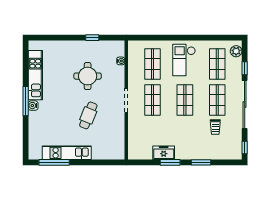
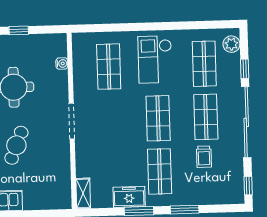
shop shelf: (152, 100) -> (160, 171), moved
shelving: (133, 149) -> (83, 193), added

